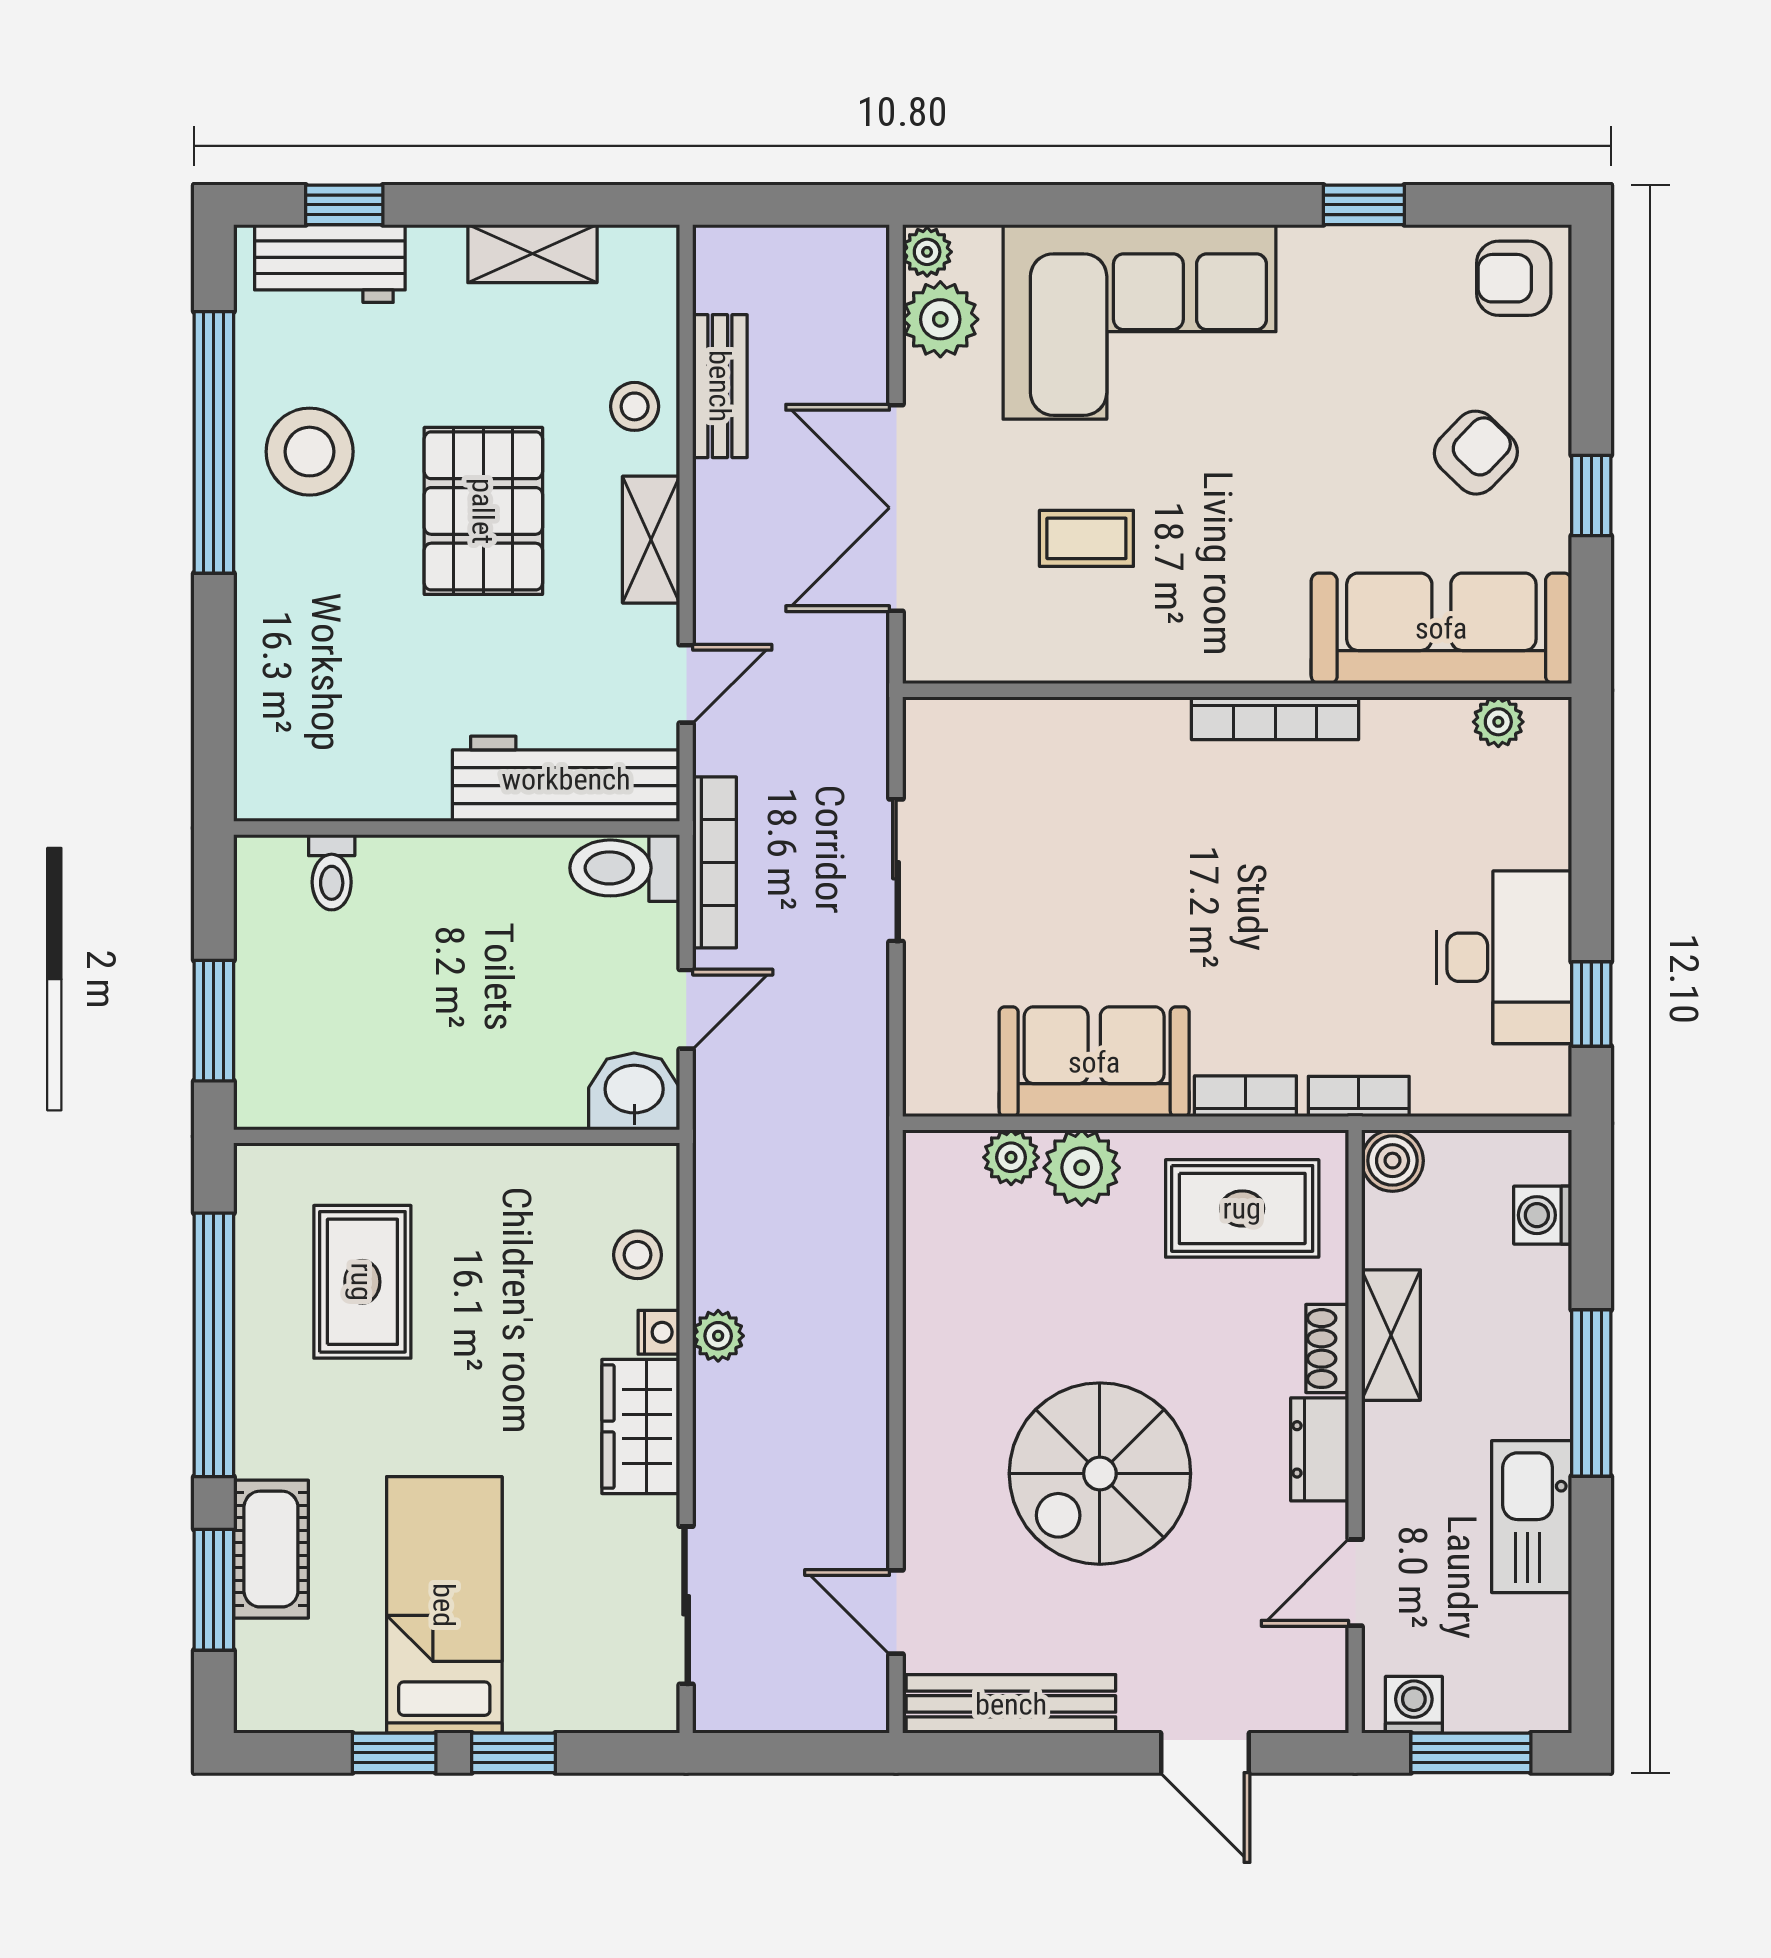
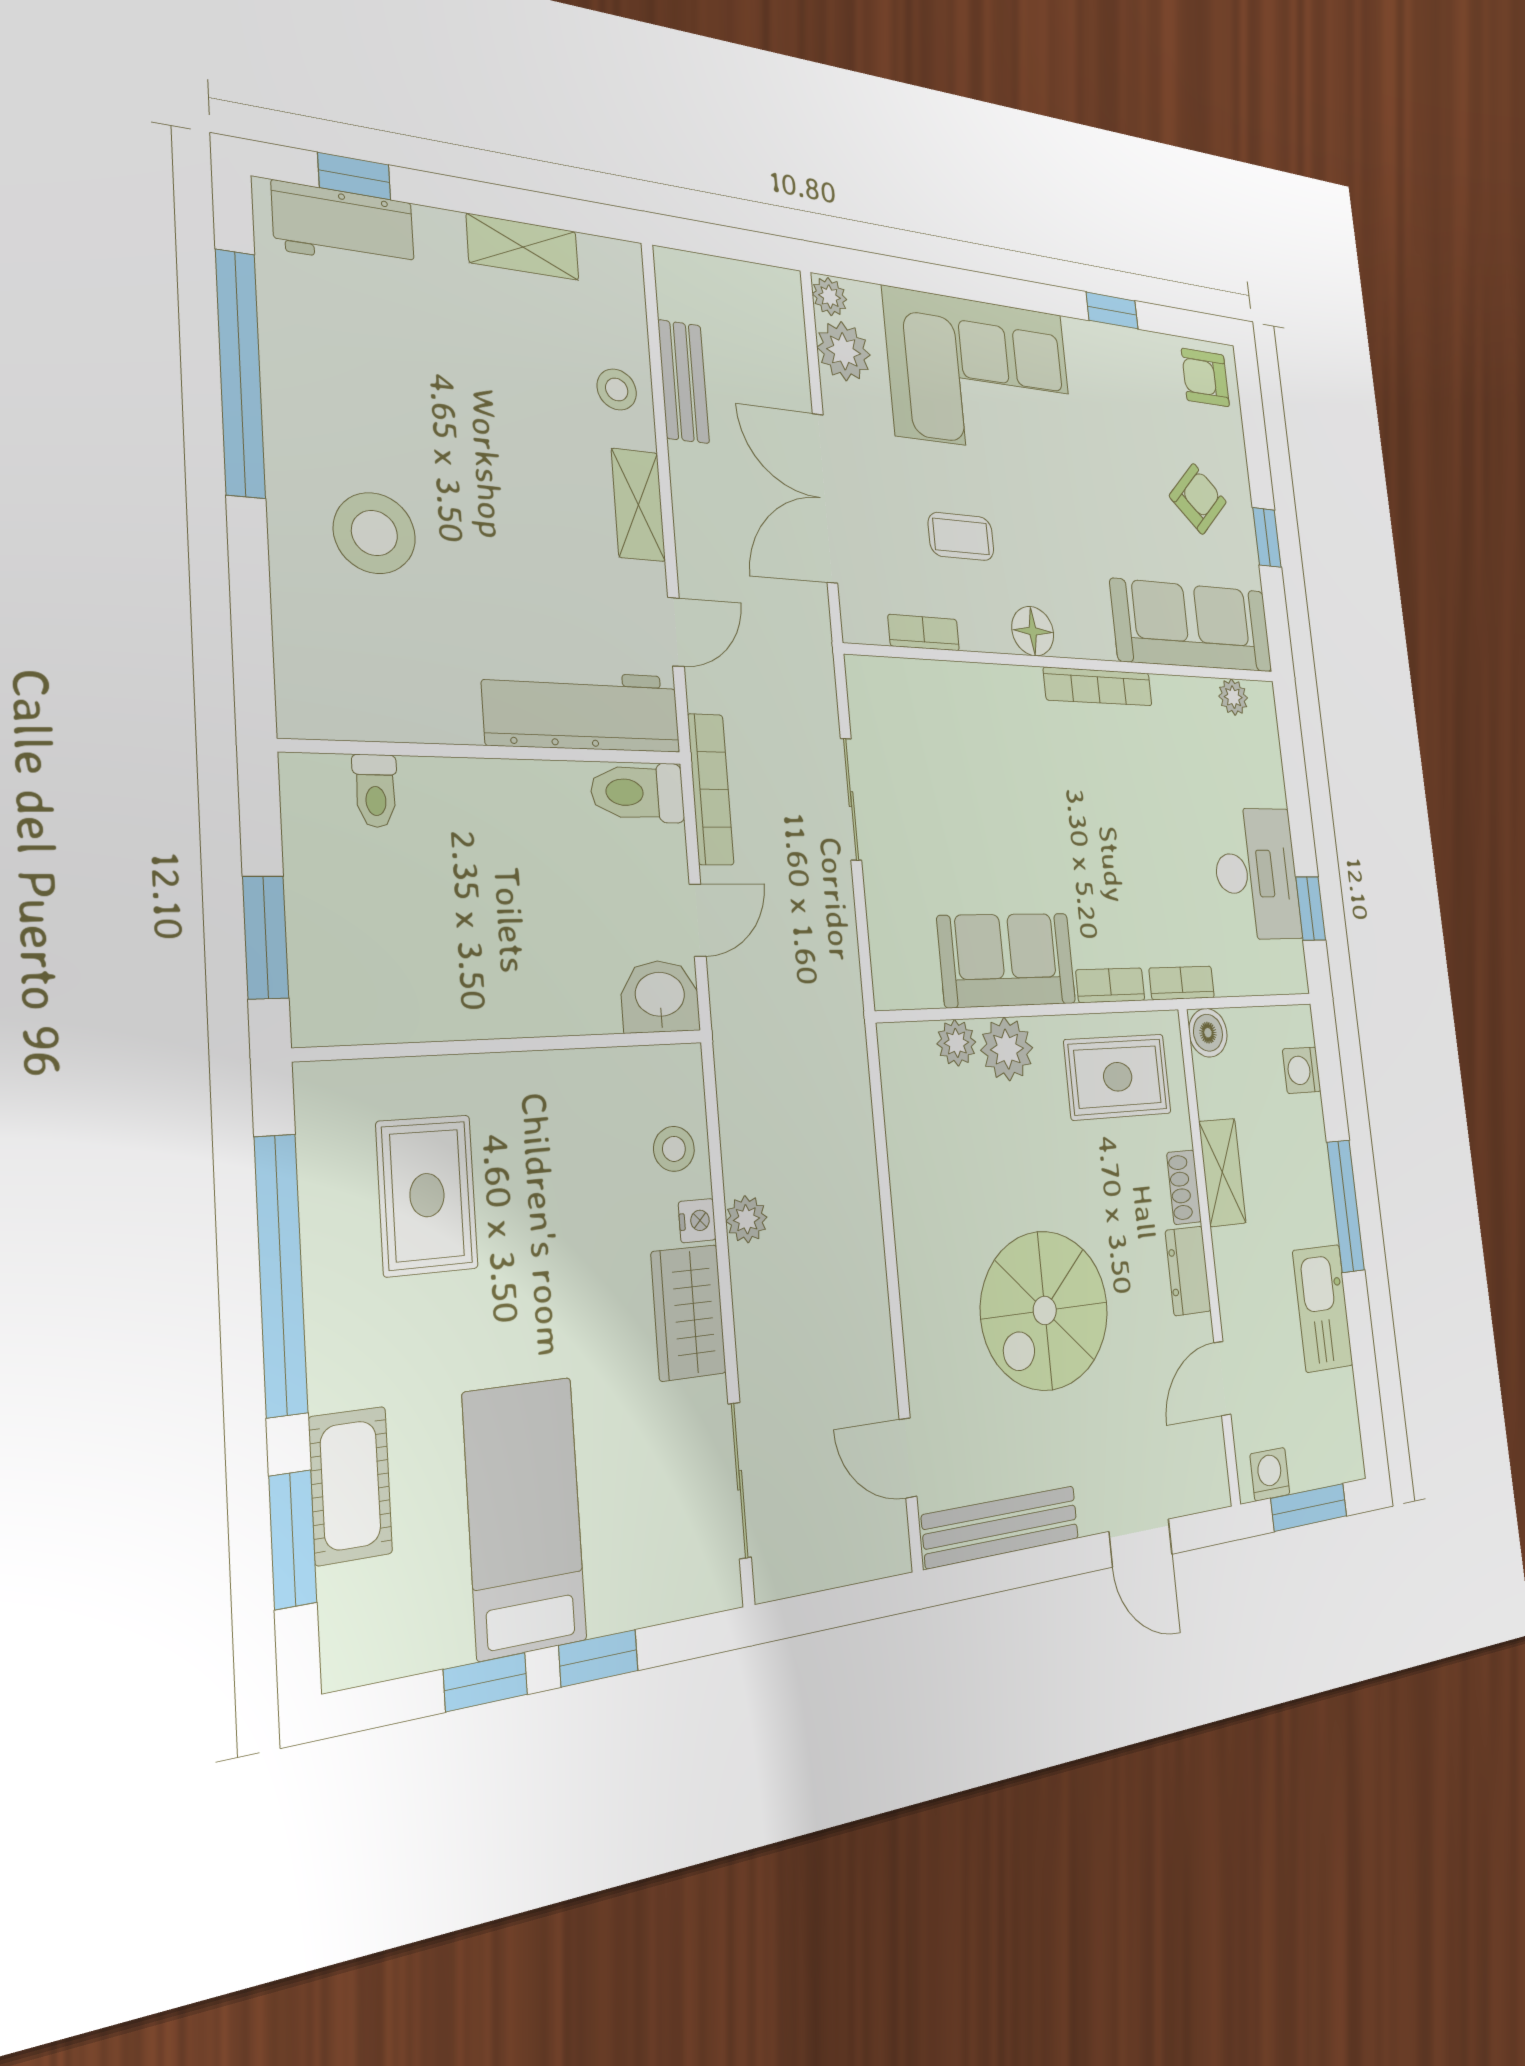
stool: (310, 452) -> (374, 533), moved
pallet: (483, 511) -> (495, 465), removed
floor lamp: (1181, 652) -> (1033, 631), added
bookcase: (1018, 664) -> (924, 633), added

